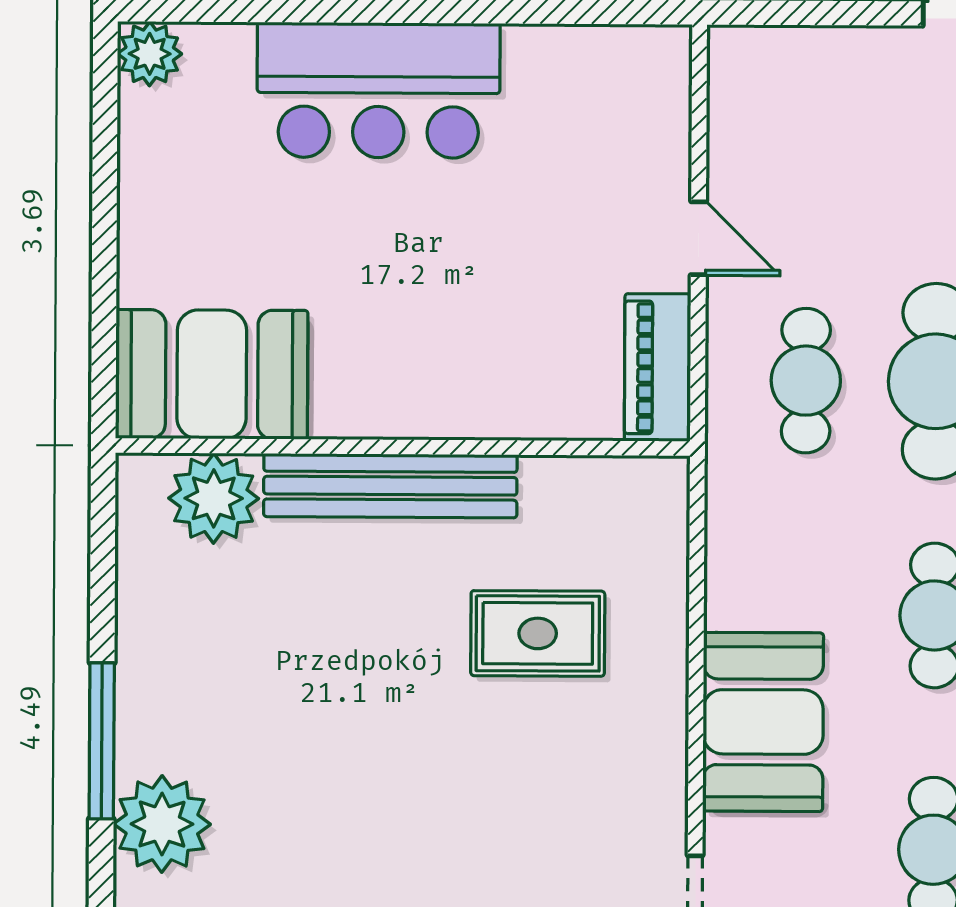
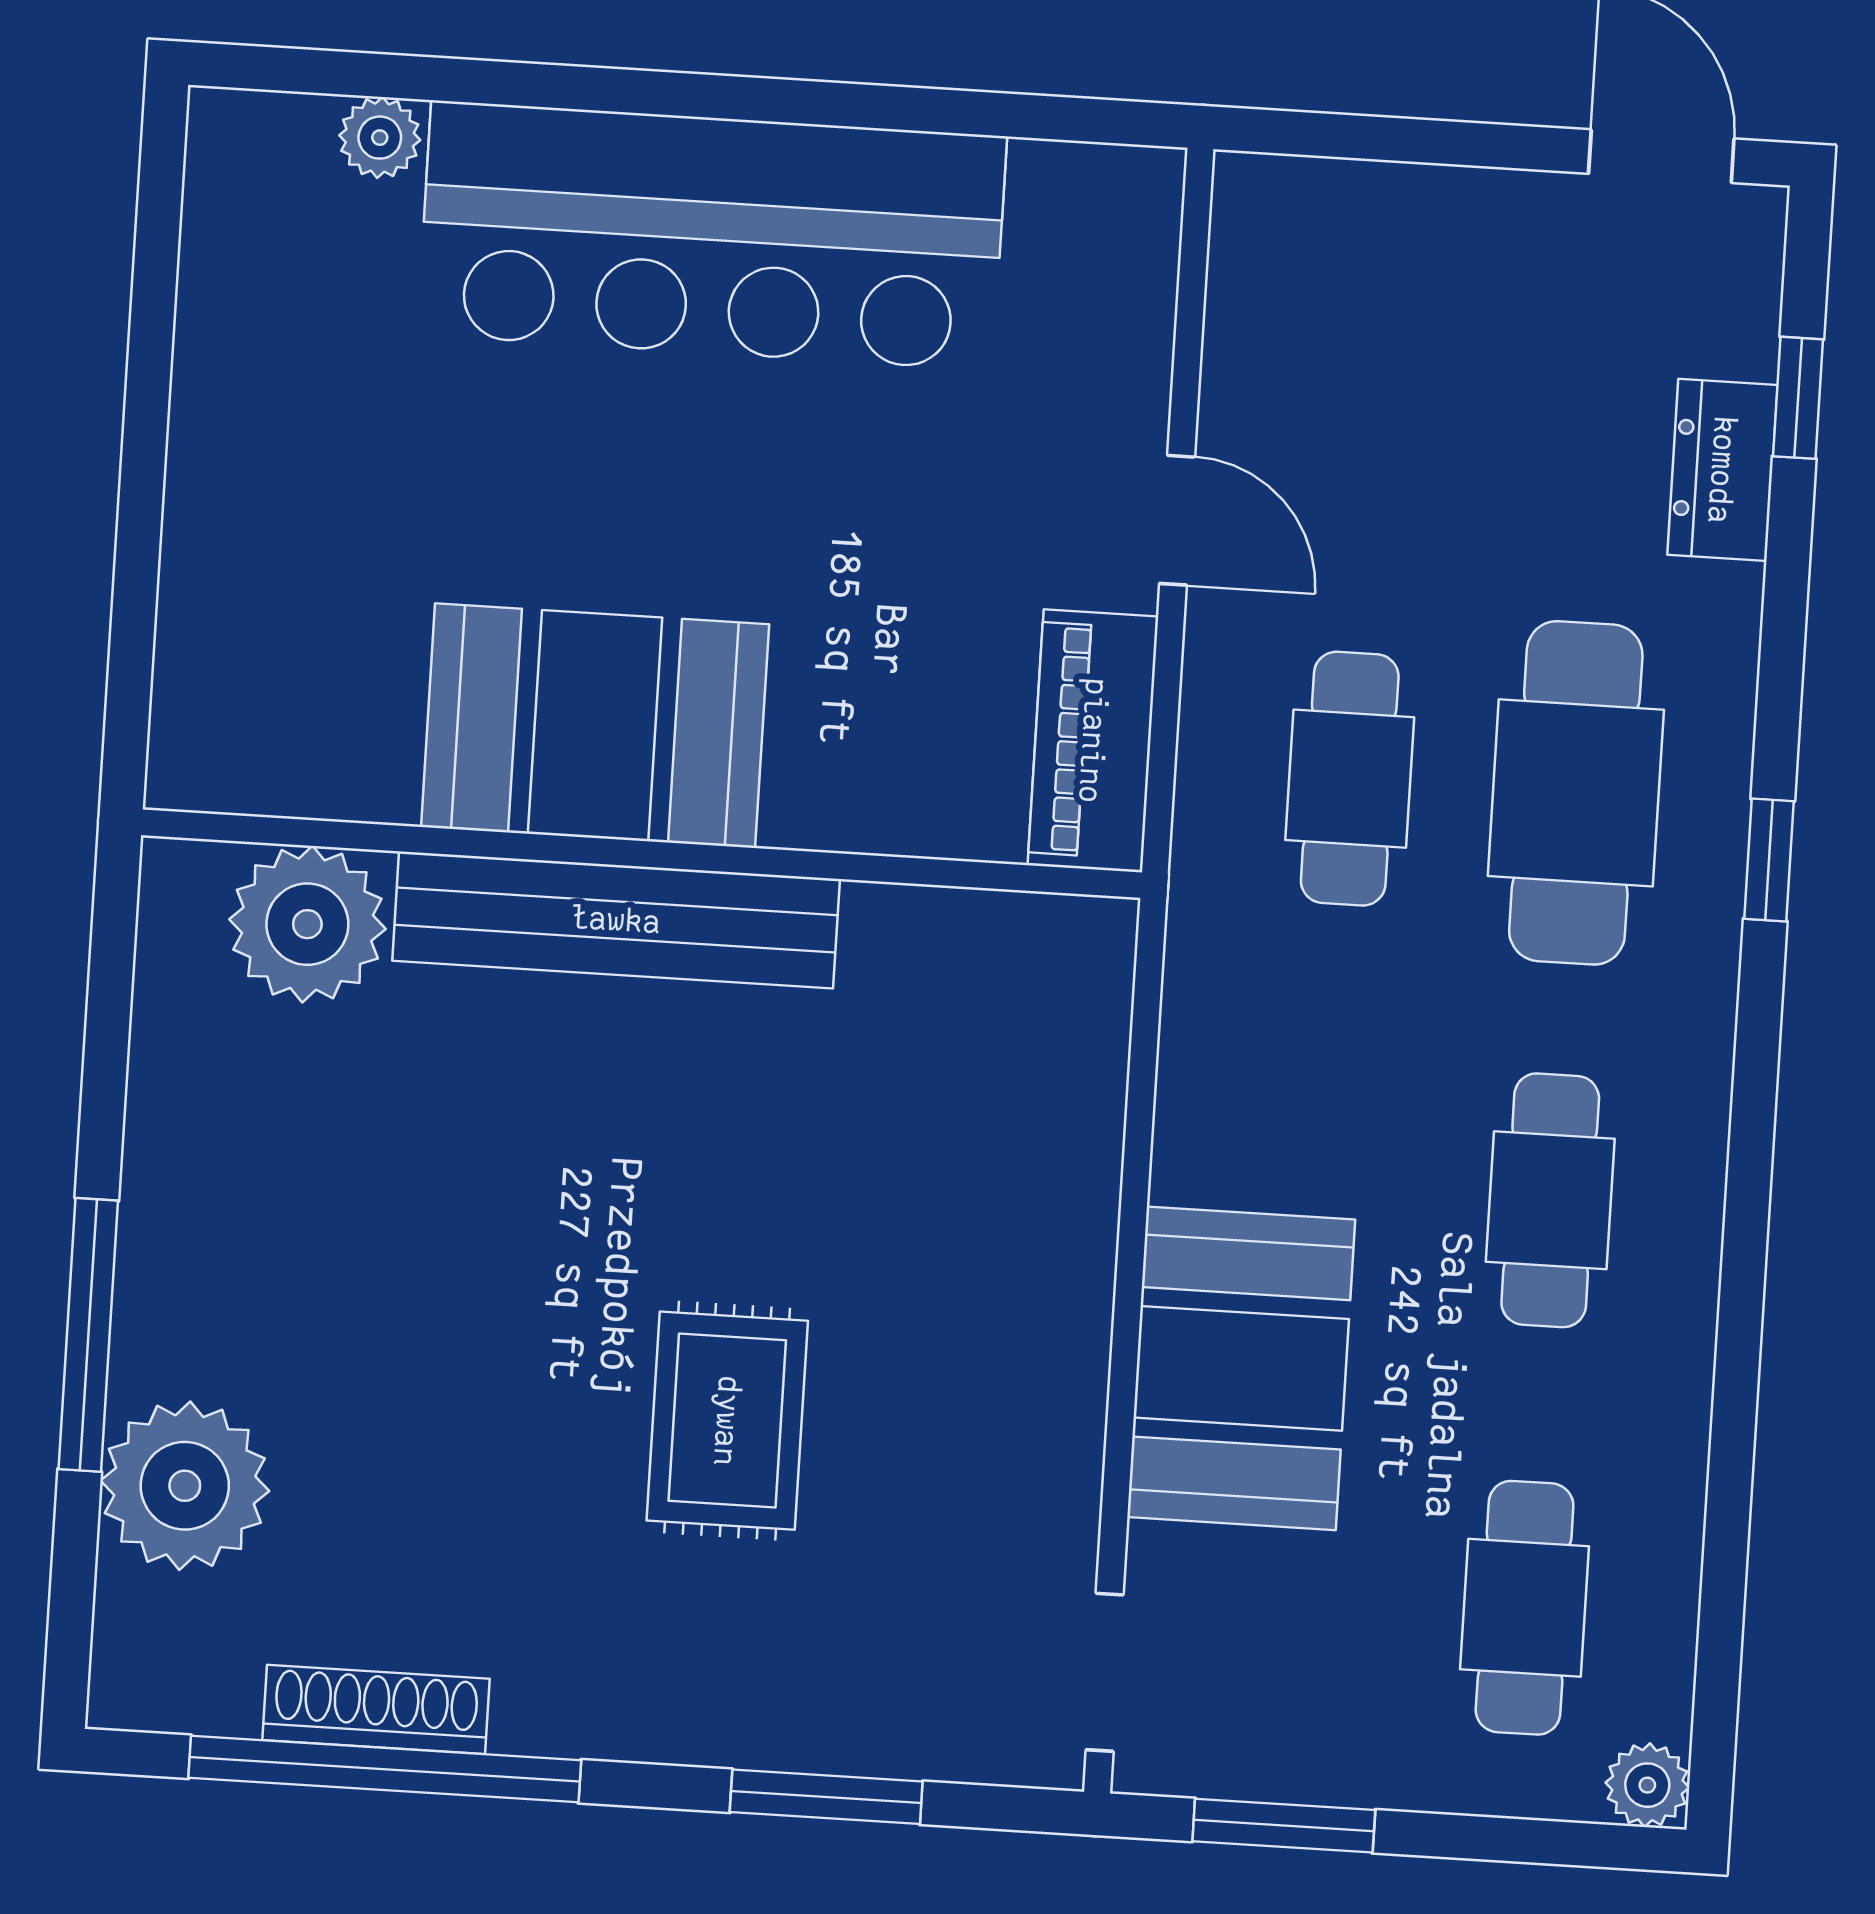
plant: (150, 54) -> (380, 138), moved, width x0.73, depth x0.73
bar counter: (378, 90) -> (712, 235), width x1.36
booth: (212, 374) -> (595, 726), moved
rug: (538, 633) -> (727, 1421), moved, turned 90

